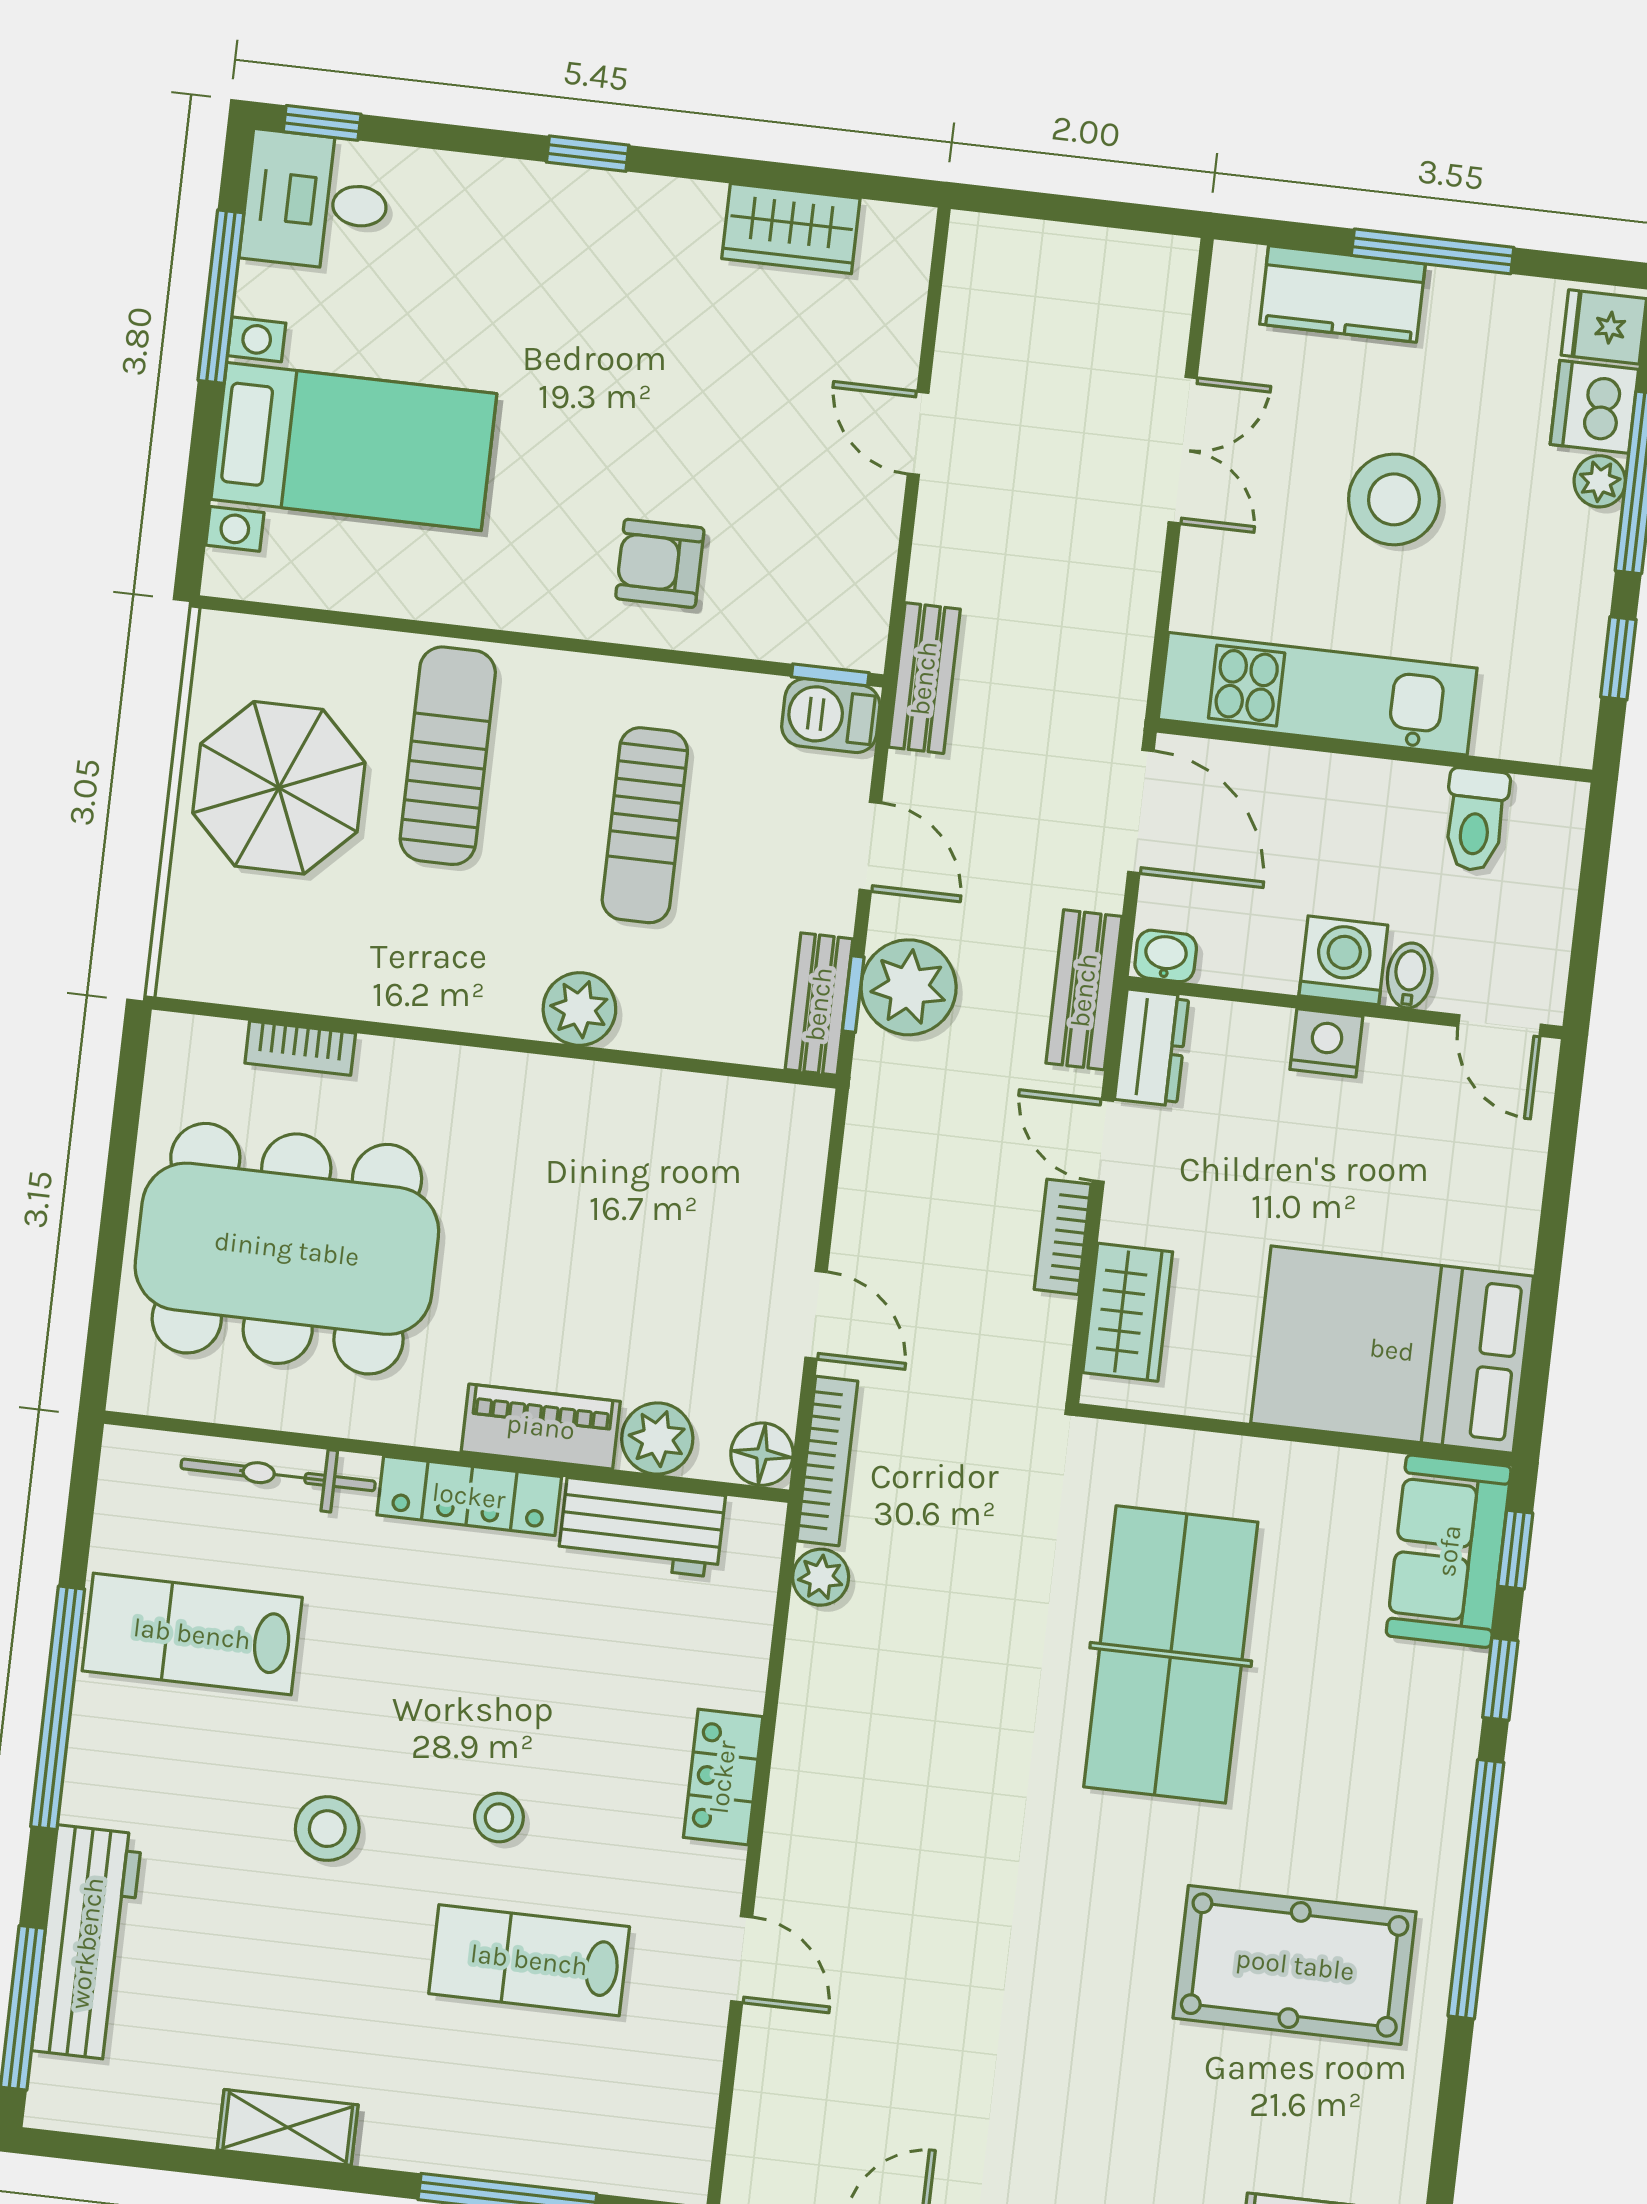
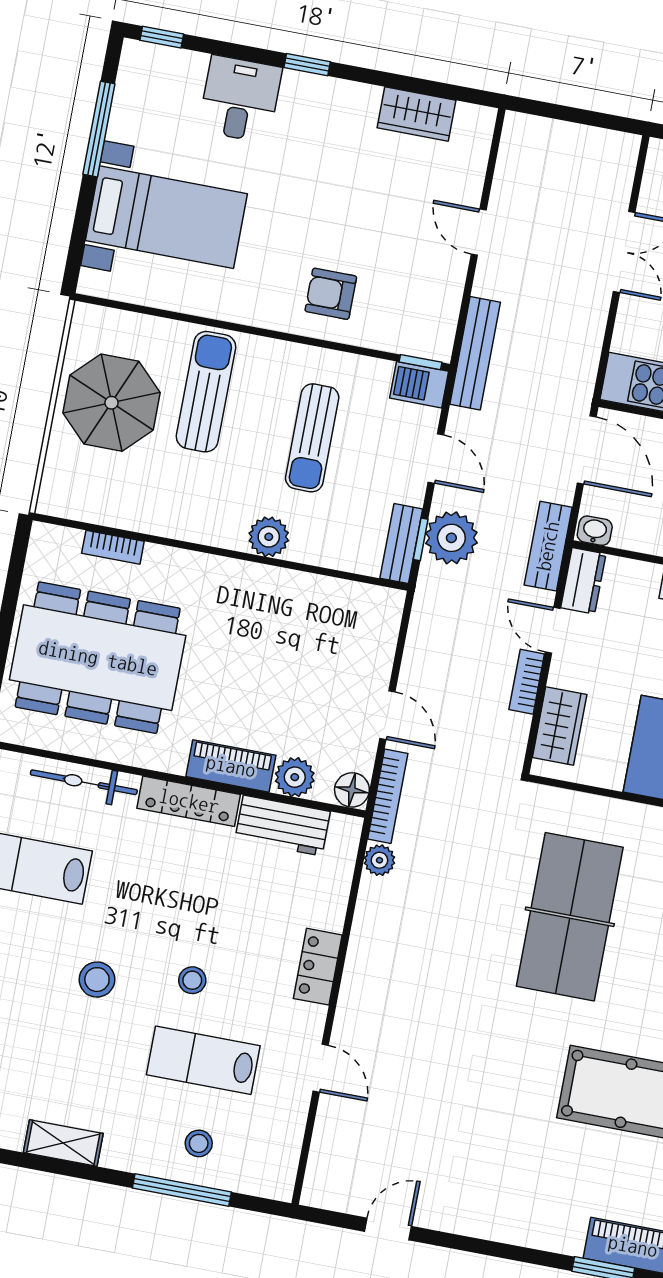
desk: (316, 201) -> (240, 99), moved, turned 90
bench: (924, 678) -> (475, 353), width x1.36
stool: (532, 2111) -> (199, 1143), added

